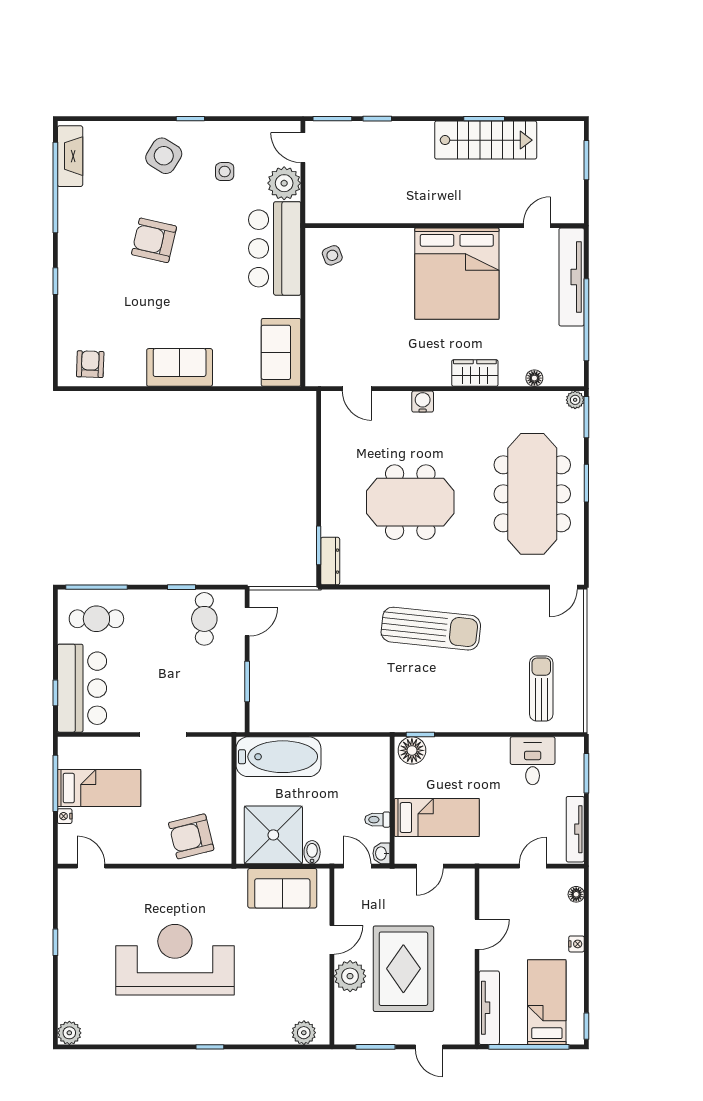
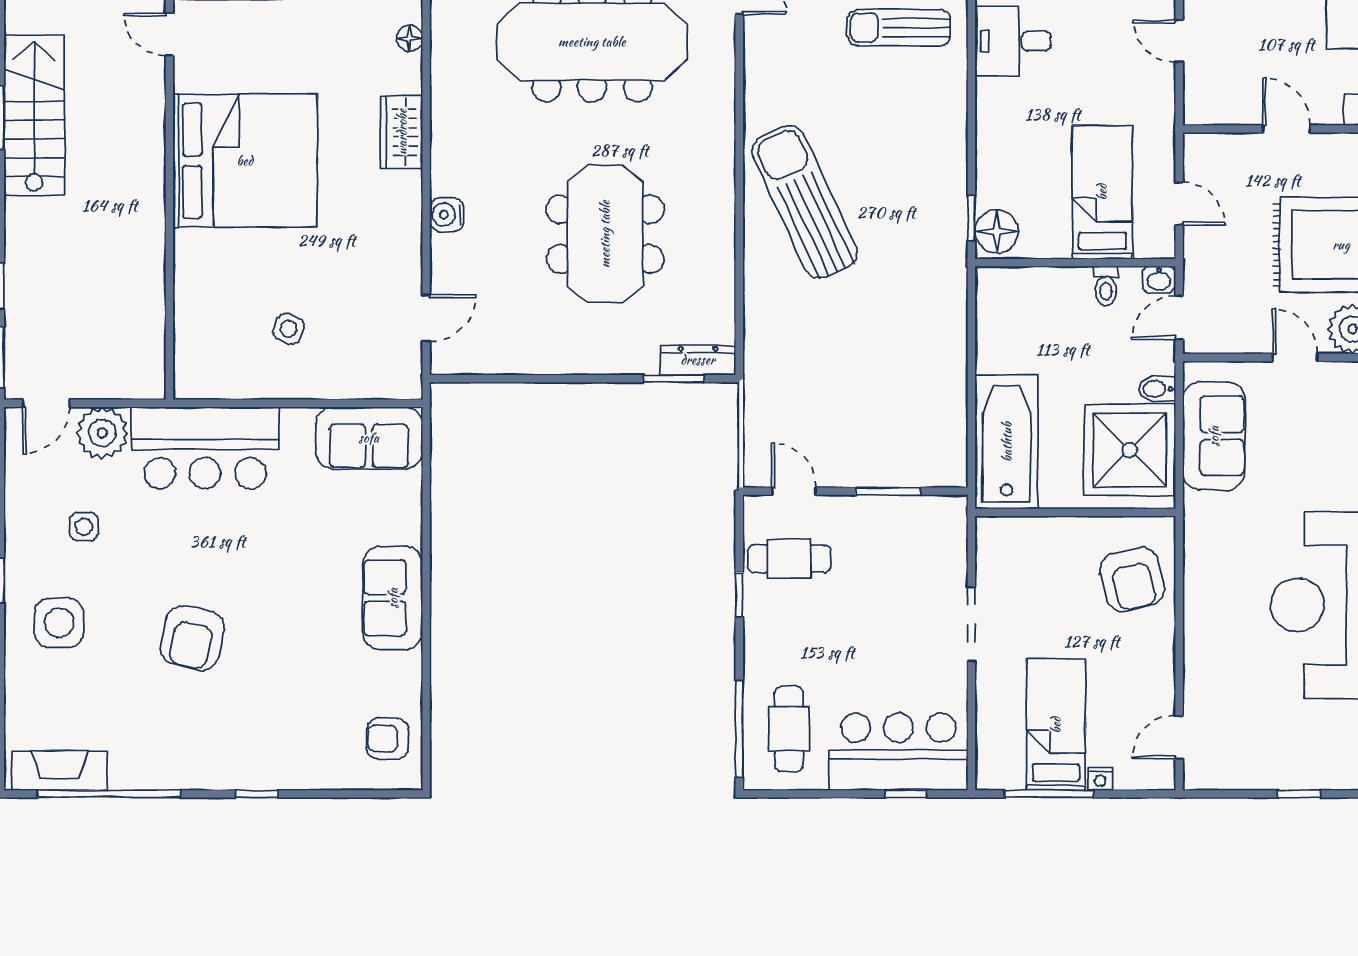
side table: (164, 156) -> (59, 623), turned -32
side table: (332, 255) -> (289, 329), moved, turned 45
sun lounger: (431, 629) -> (805, 202), turned -31

